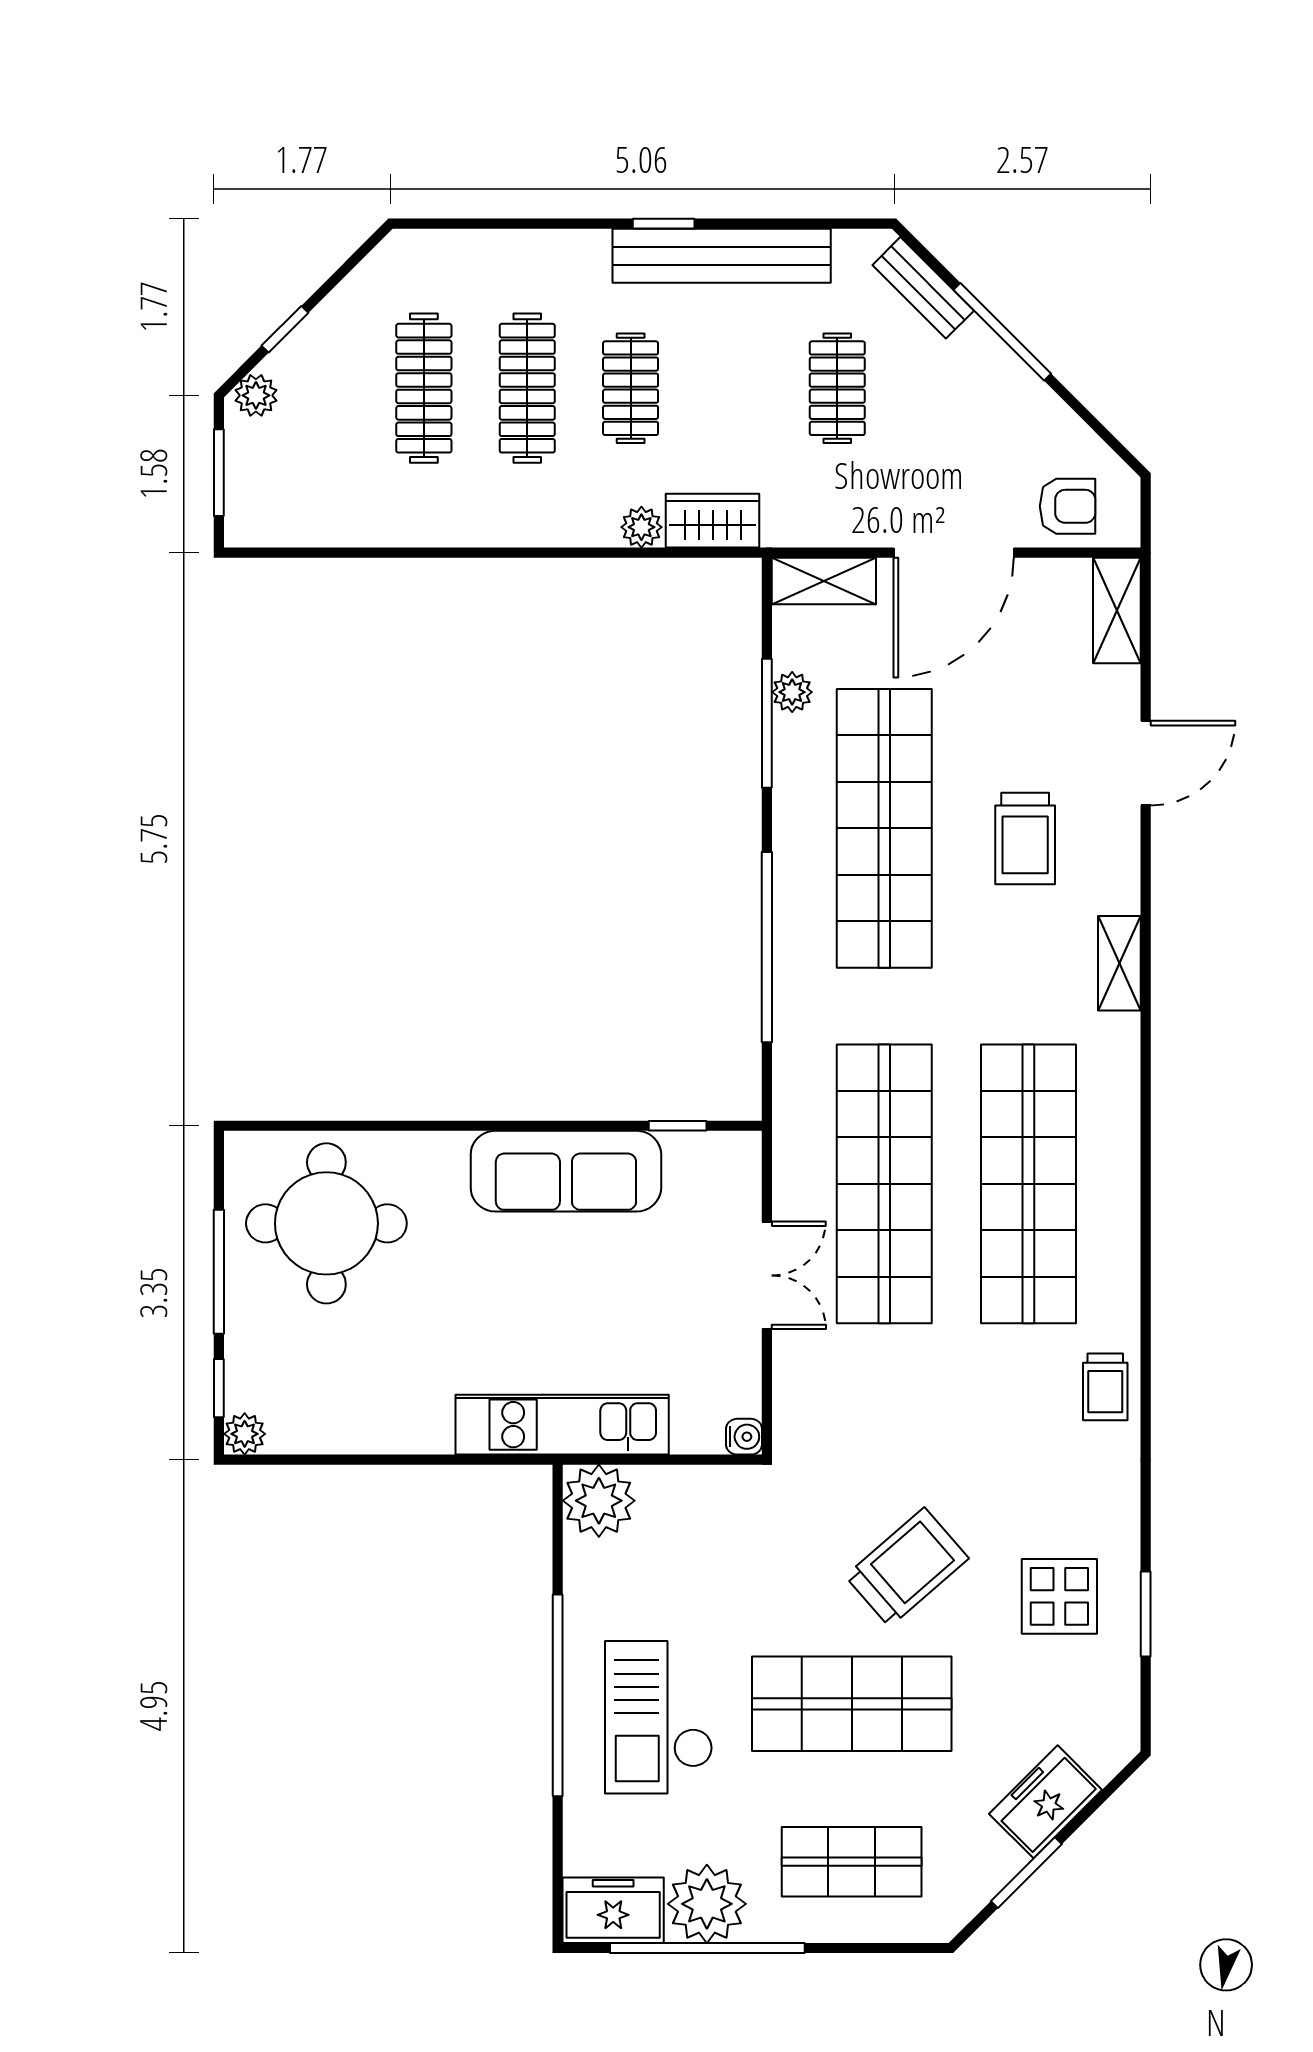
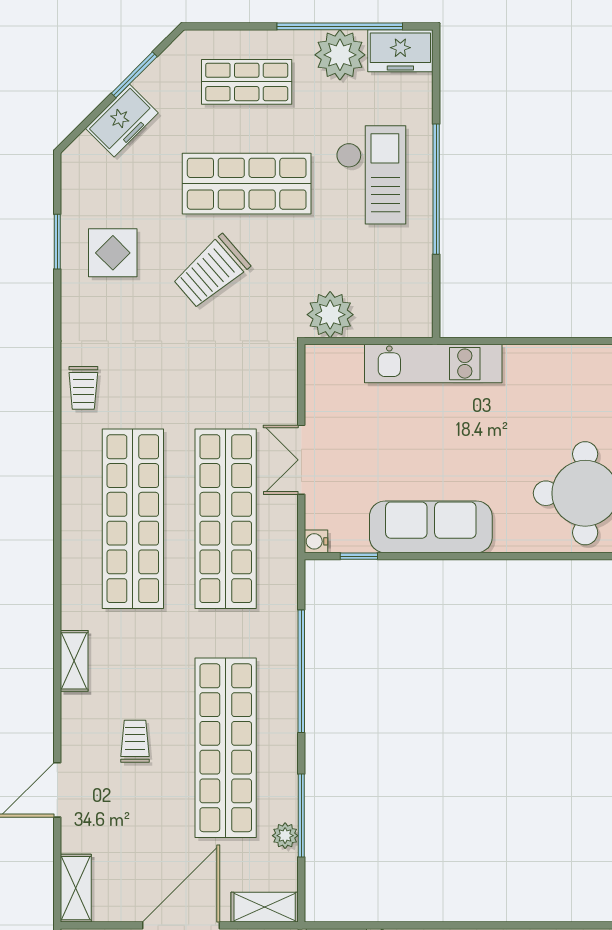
trolley: (1025, 839) -> (135, 741), width x0.73, depth x0.72
trolley: (1105, 1387) -> (83, 388), turned 180
water cooler: (744, 1437) -> (316, 541), moved
plant: (599, 1501) -> (330, 315), moved

